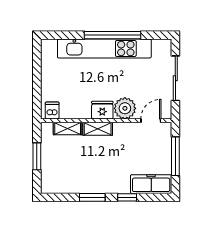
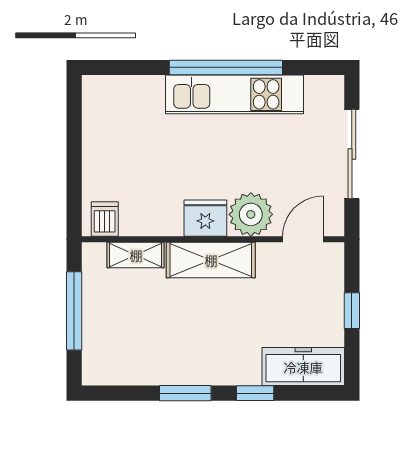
kitchen unit: (104, 48) -> (234, 94), width x0.73
shelving: (98, 129) -> (211, 260), width x1.50, depth x1.33
window: (37, 156) -> (74, 311), width x1.44
window: (175, 156) -> (352, 311), width x0.46

